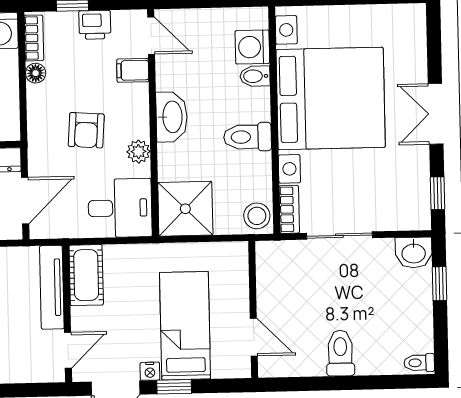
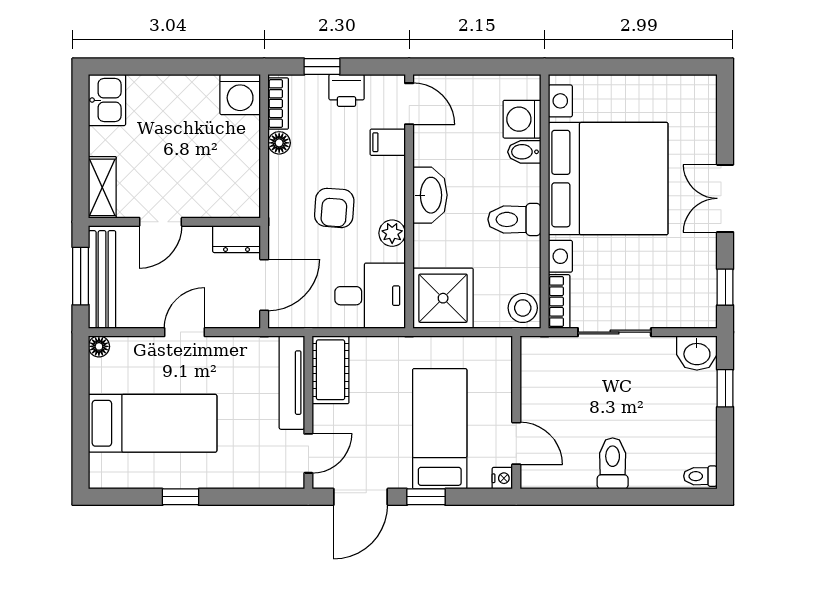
nightstand: (150, 371) -> (502, 478), moved, turned -90

